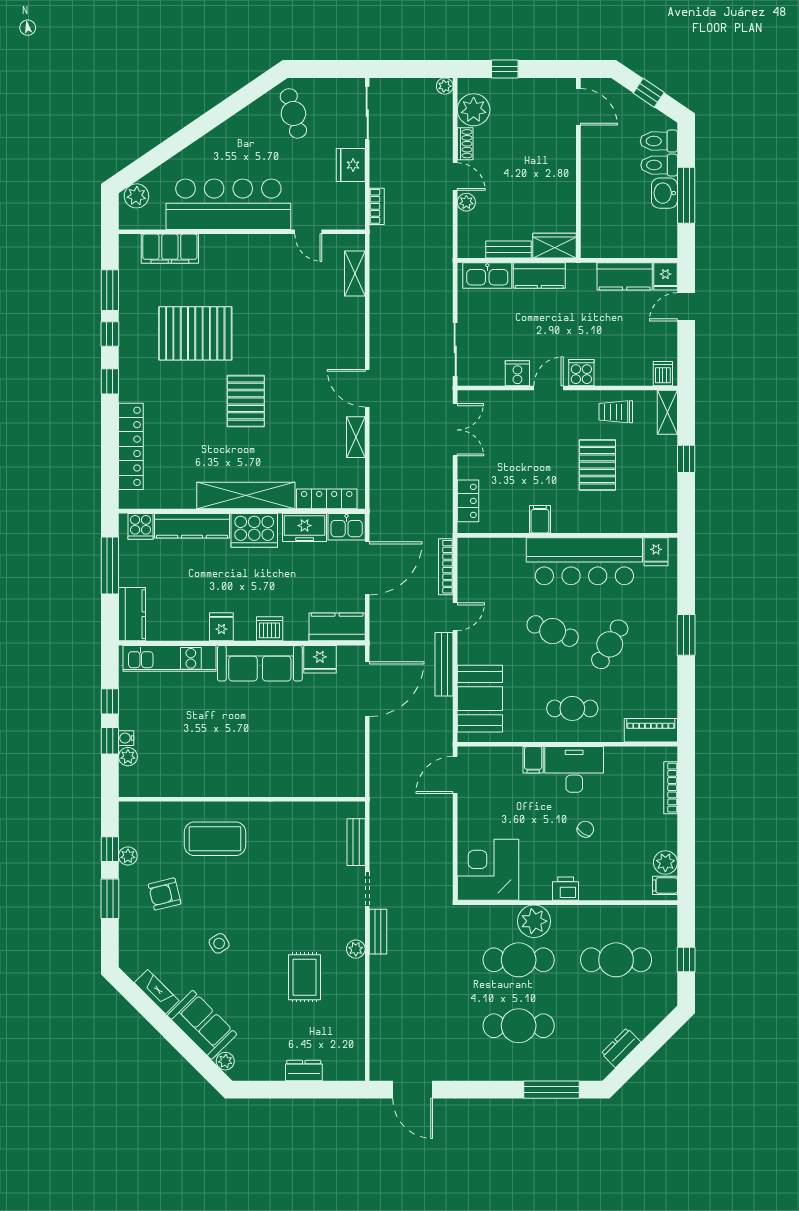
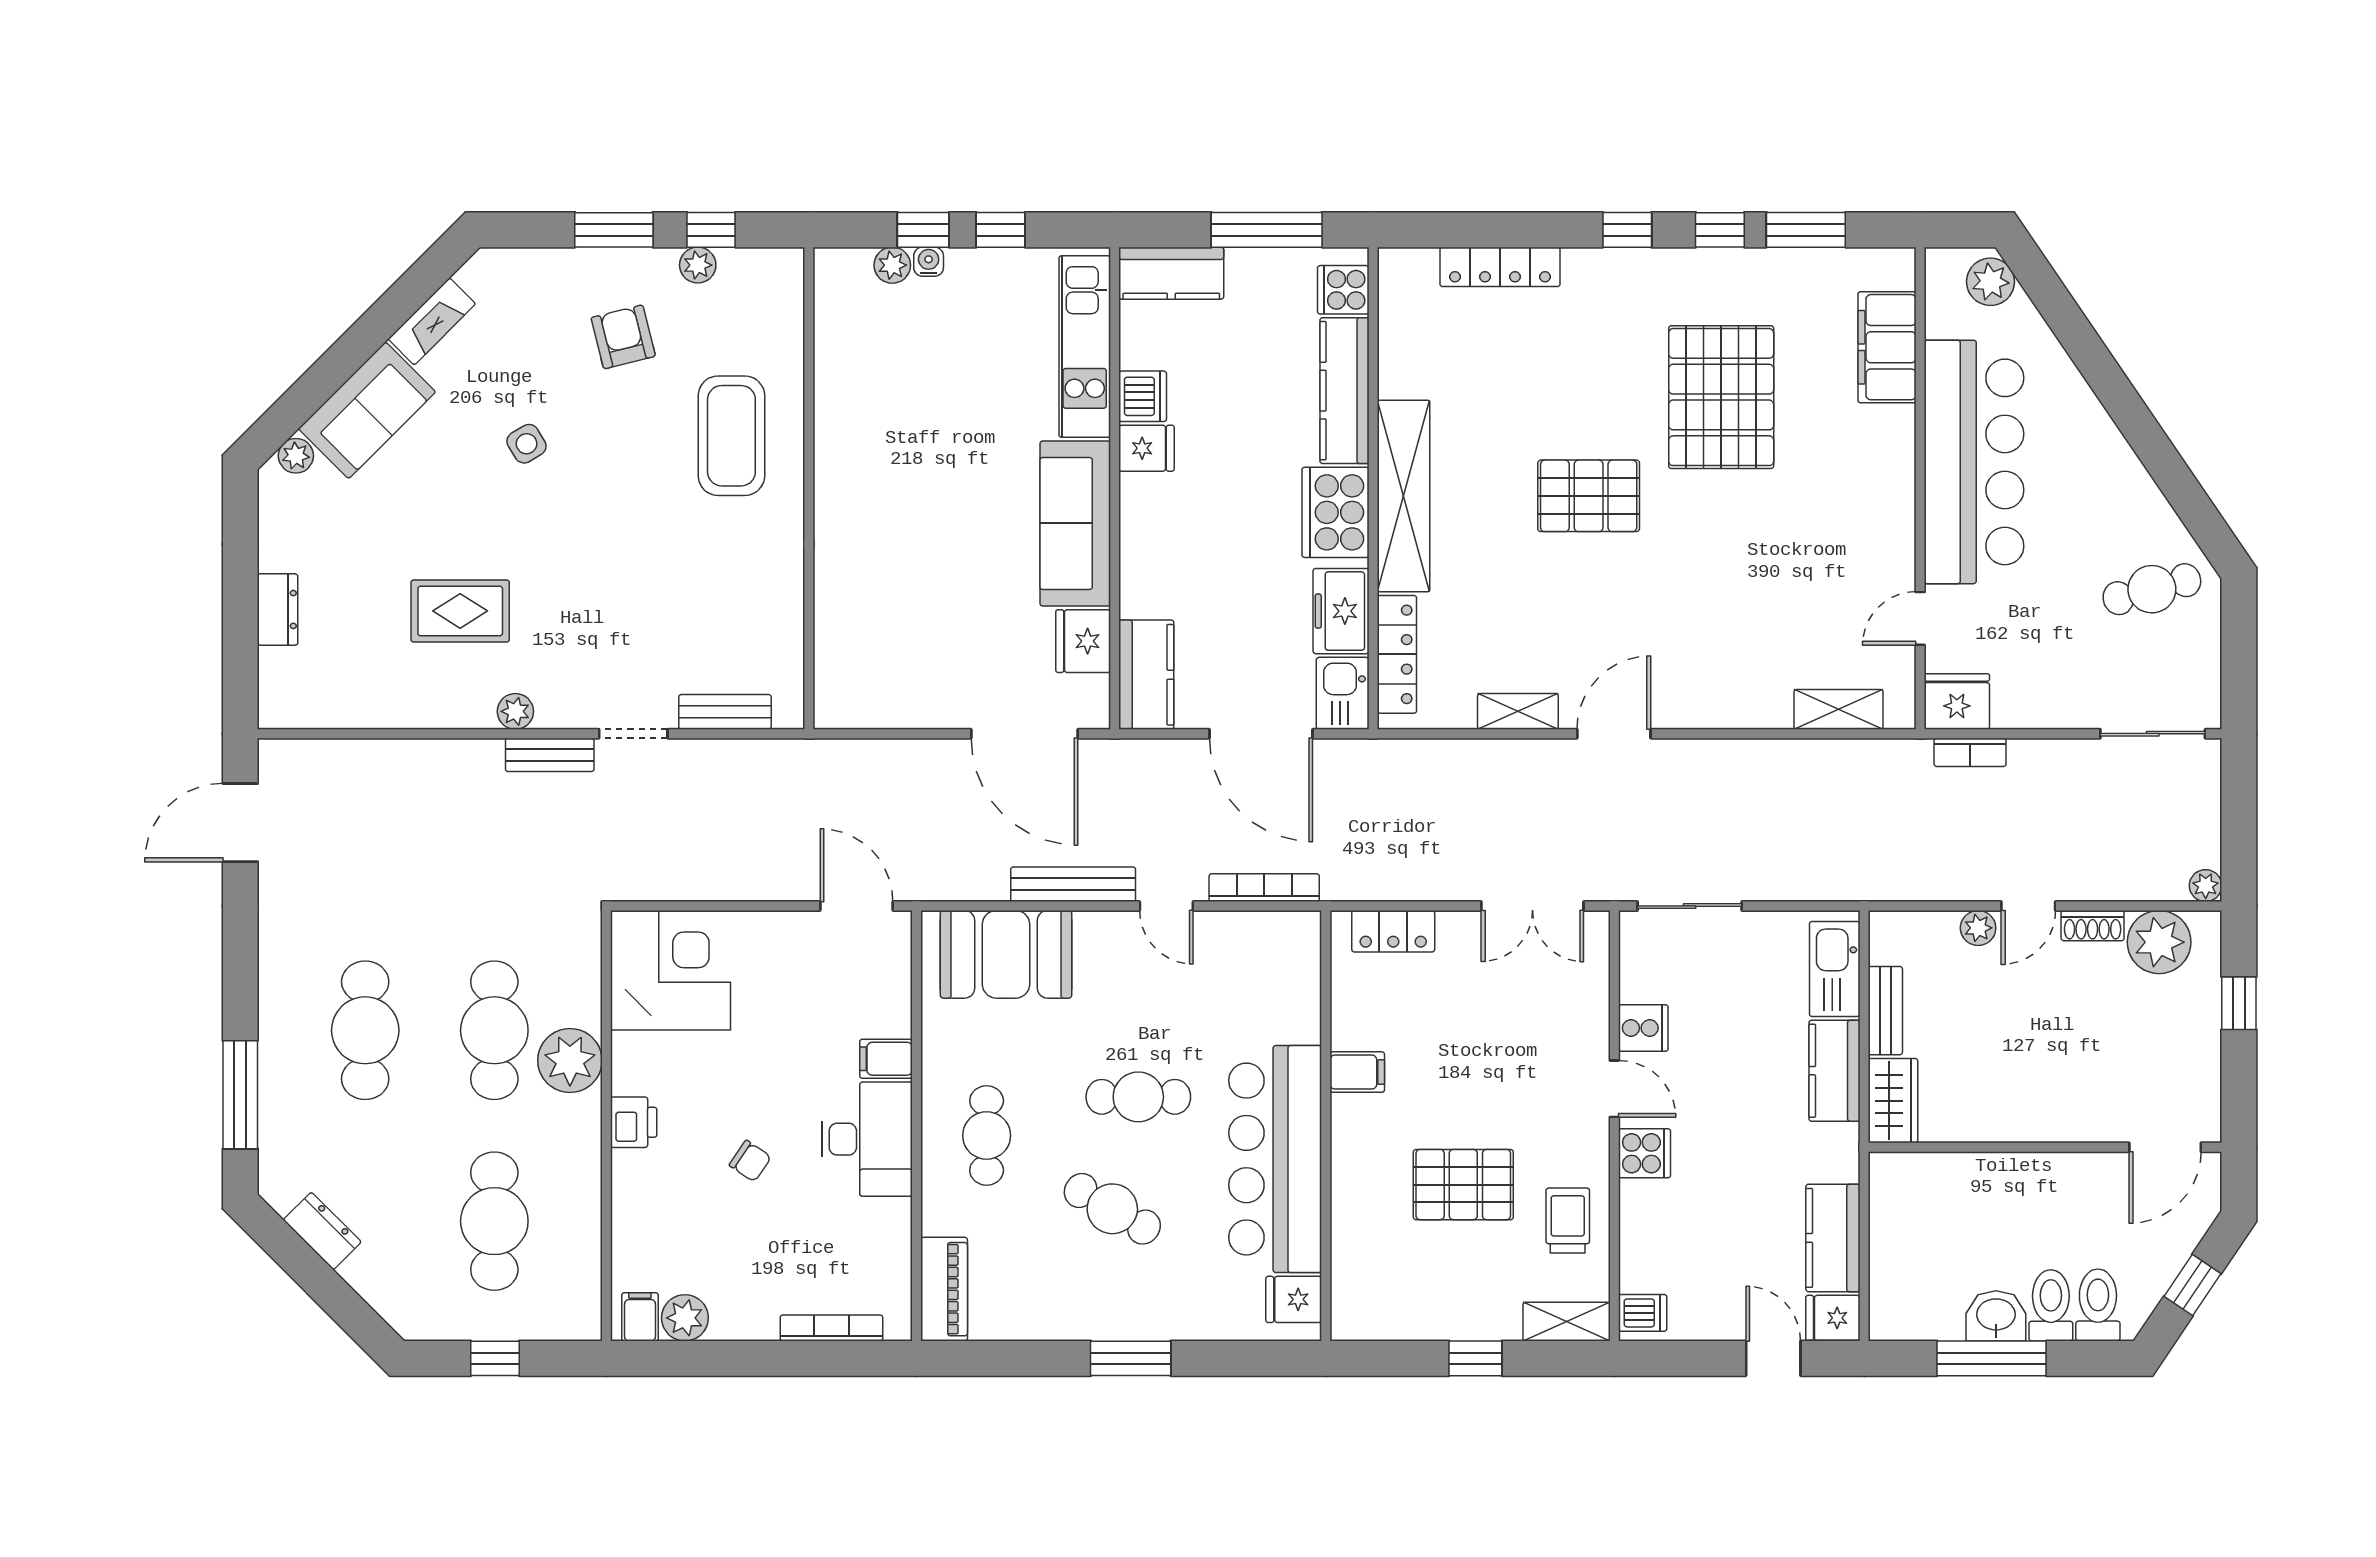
fridge: (351, 165) -> (1957, 701), moved
locker: (131, 446) -> (1500, 267), width x0.71, depth x0.83
dishwasher: (270, 629) -> (1143, 396), moved
cafe table: (553, 631) -> (1138, 1097), turned 69

